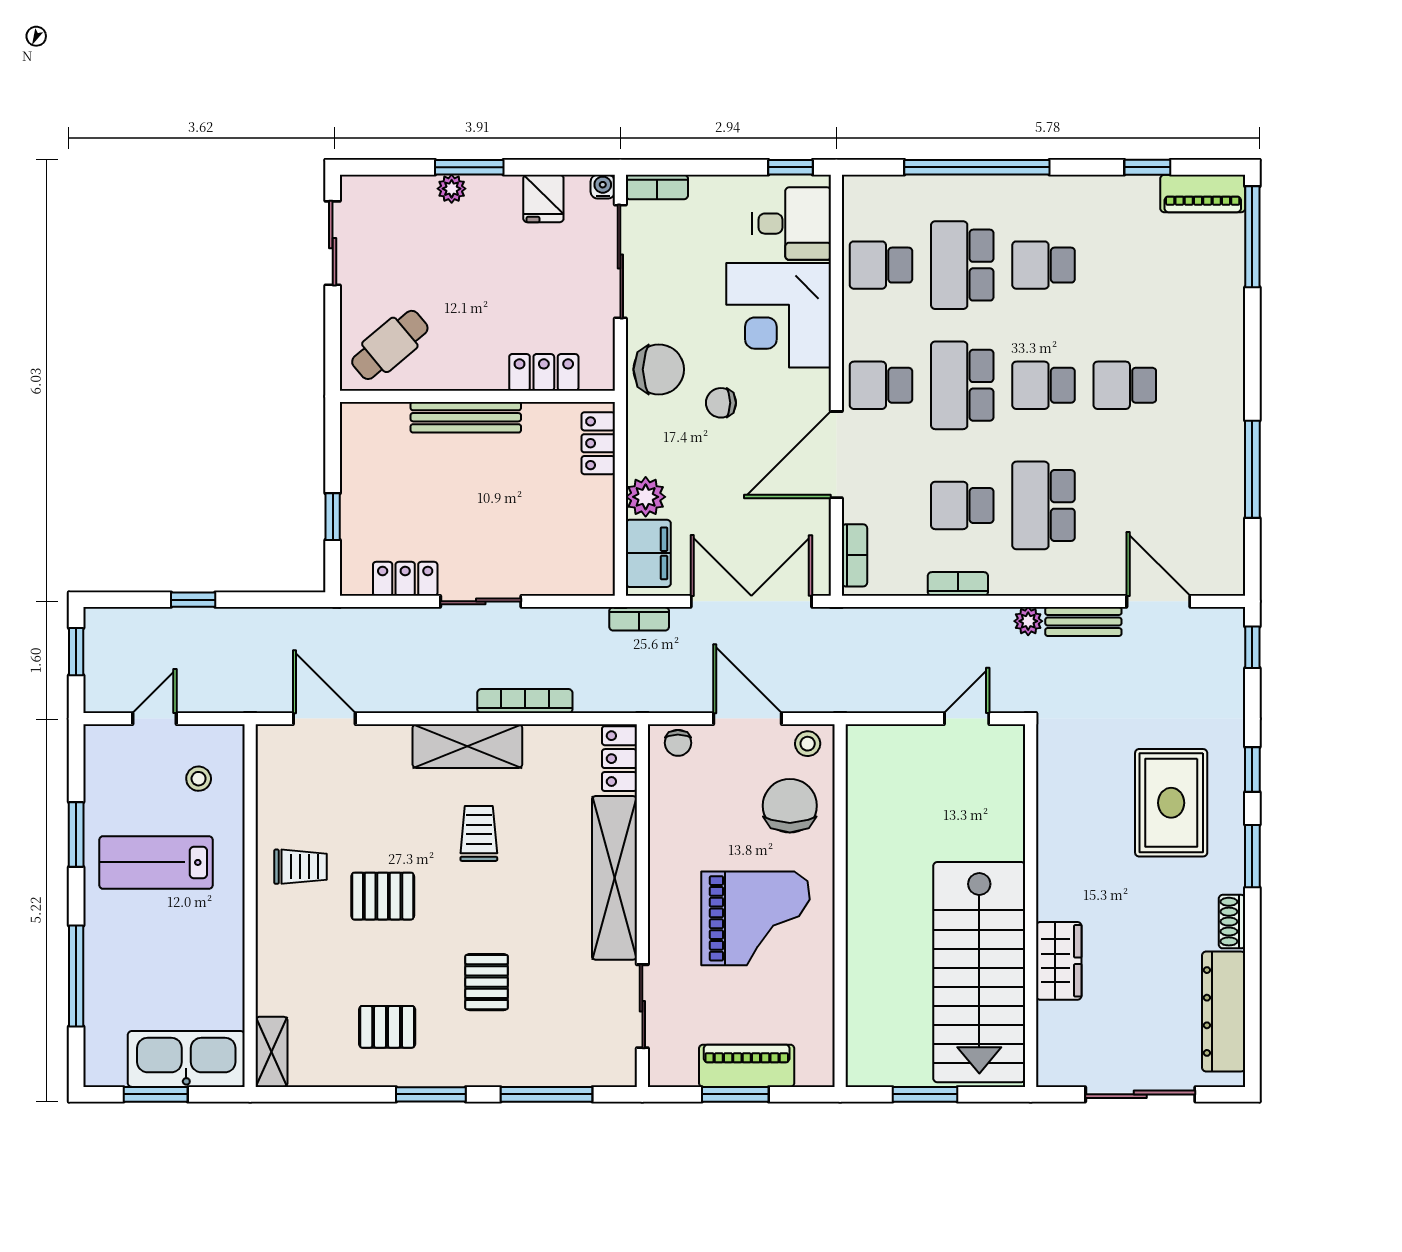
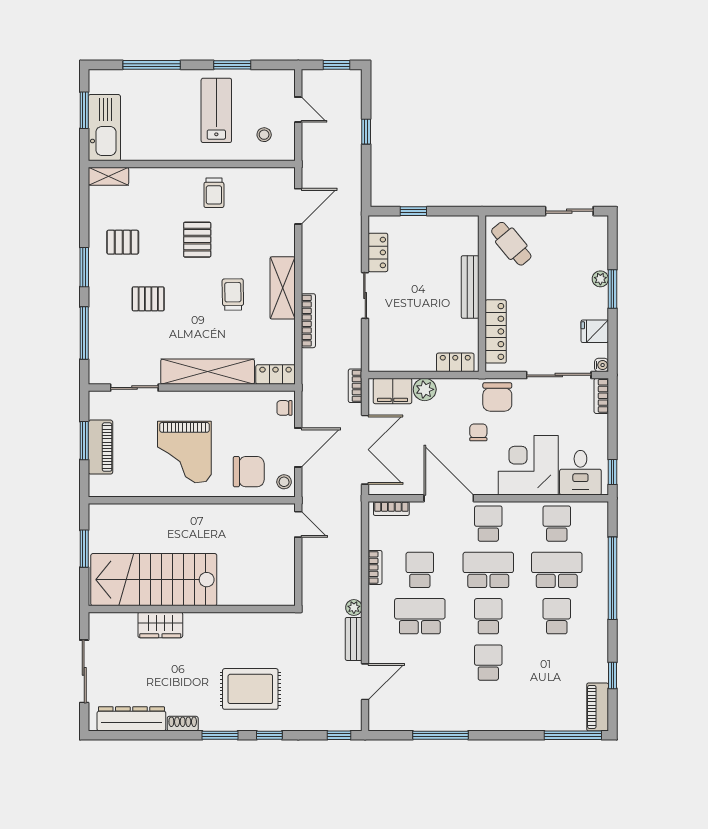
locker: (544, 372) -> (496, 331), width x1.53
door: (967, 719) -> (298, 524), moved
trolley: (479, 833) -> (233, 294), turned -91
pallet: (387, 1027) -> (123, 242), turned 90

